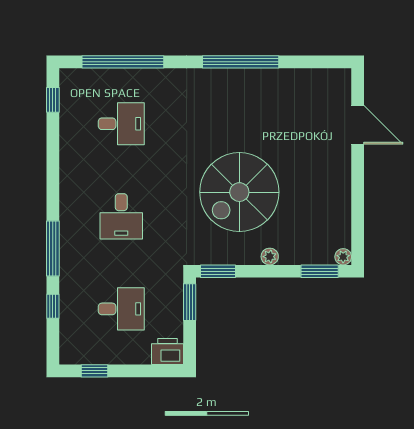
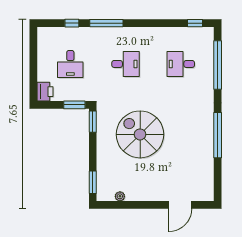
desk: (121, 124) -> (181, 64), turned 90
desk: (121, 216) -> (126, 64), turned 180
plant: (270, 257) -> (102, 152), removed
plant: (343, 257) -> (120, 196), moved
window: (95, 371) -> (33, 48), removed

